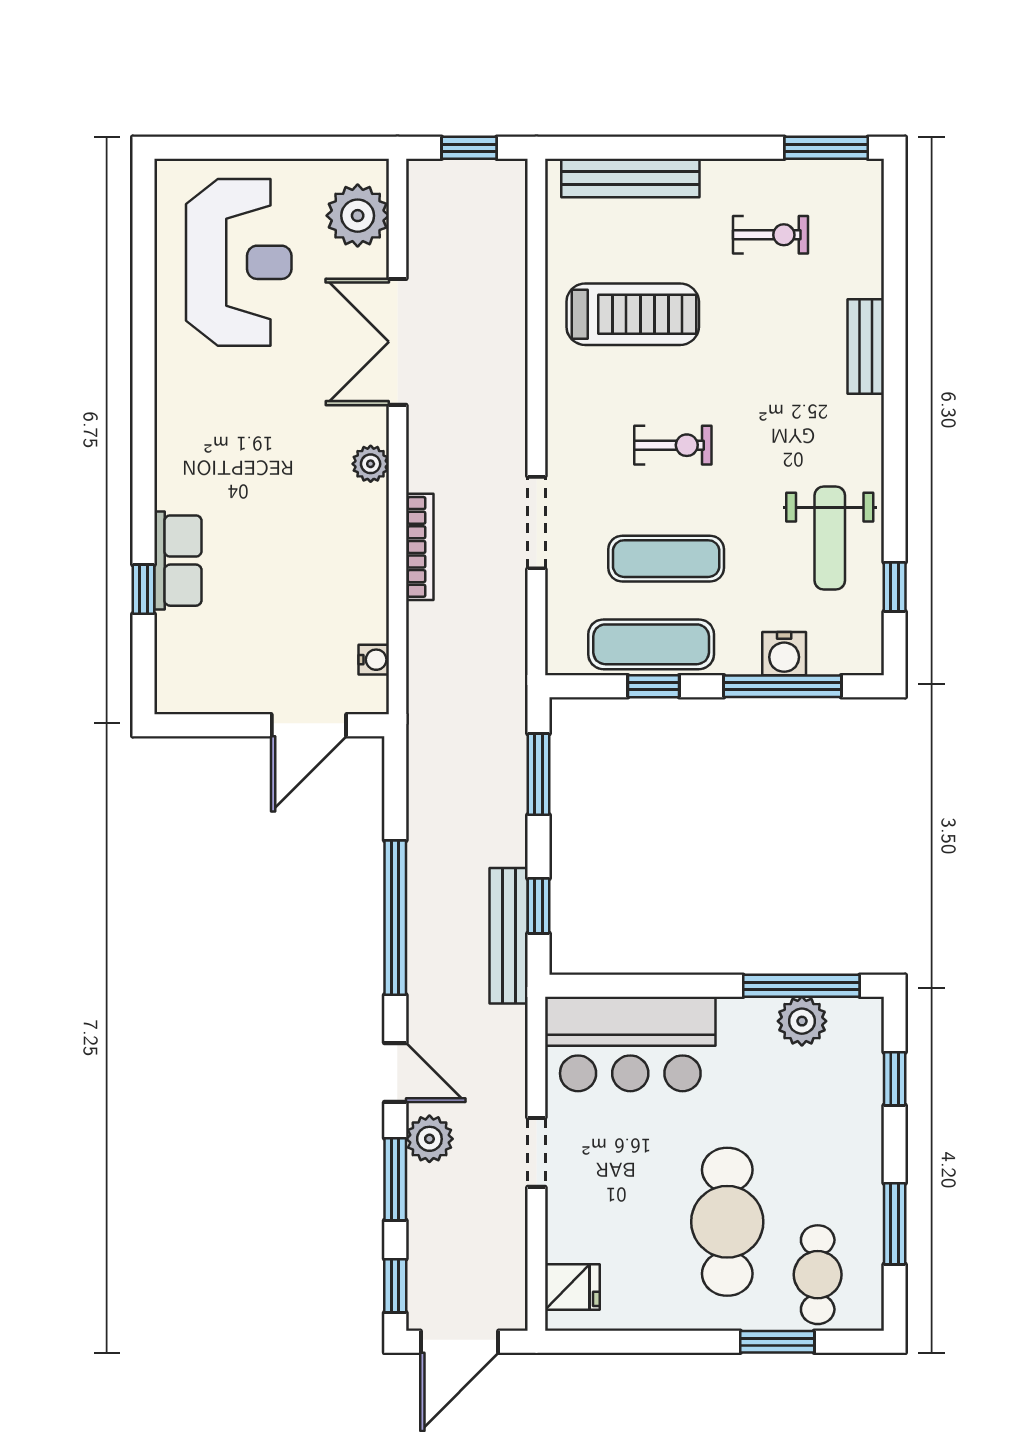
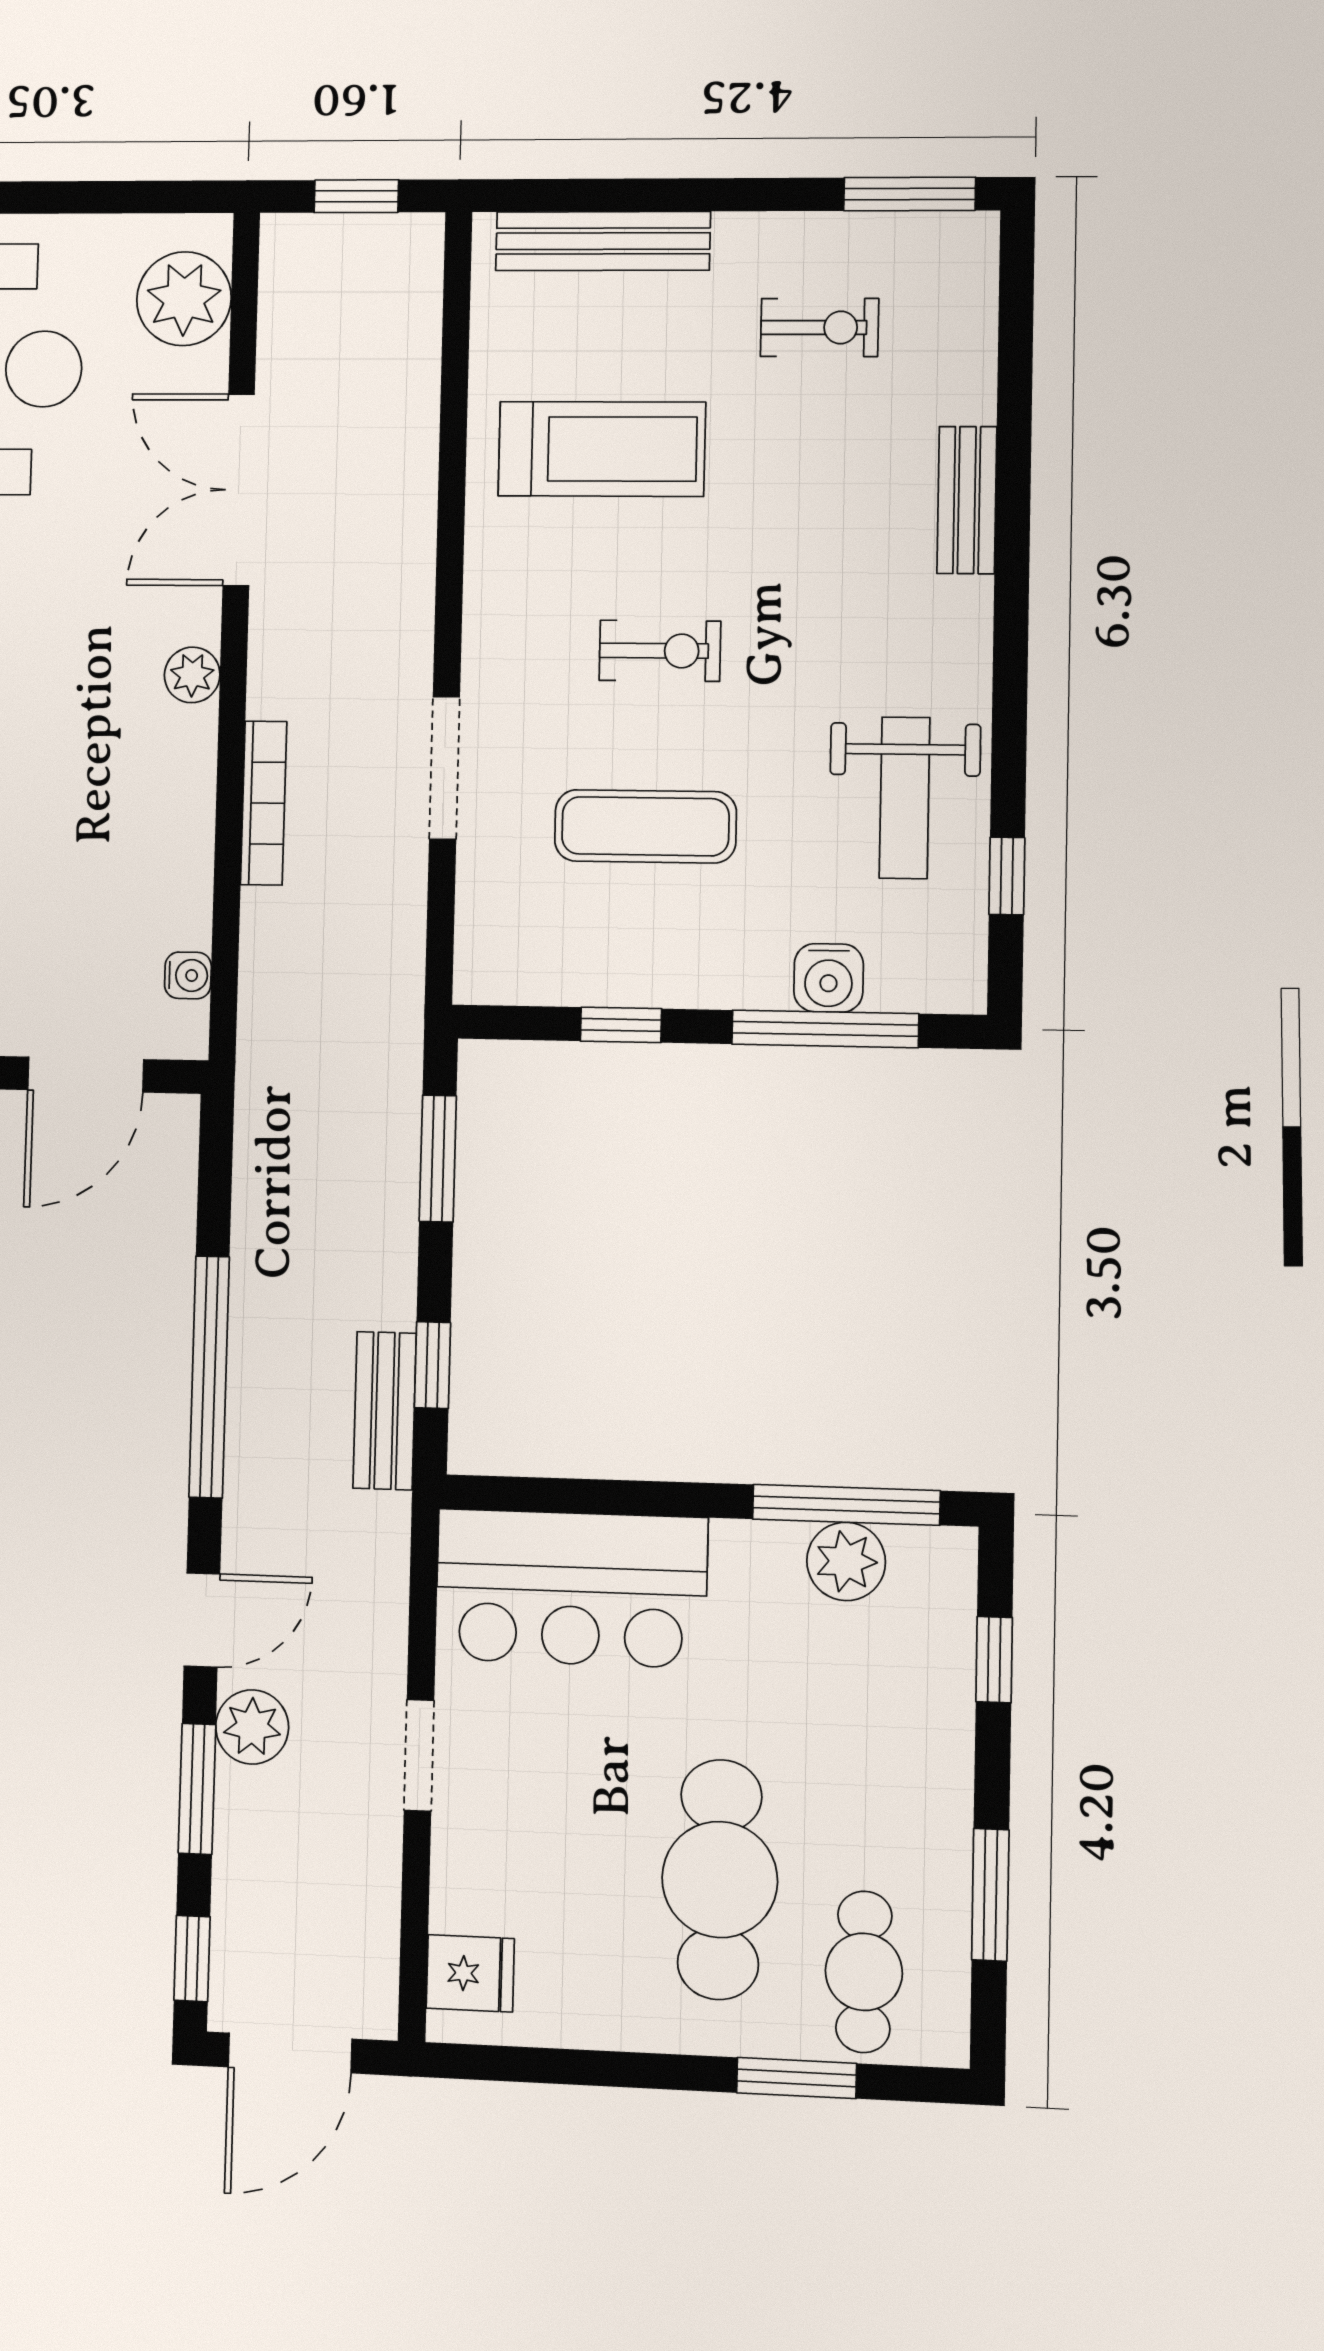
exercise mat: (651, 644) -> (619, 959), removed
bench: (509, 936) -> (385, 1411), width x0.73
door: (395, 1072) -> (202, 1620), hinge flipped

